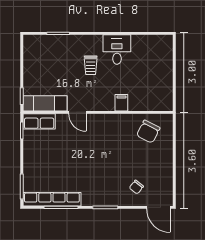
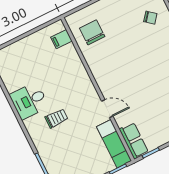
filing cabinet: (121, 103) -> (61, 39), moved
door: (77, 112) -> (107, 109), hinge flipped
chair: (148, 132) -> (92, 32), turned -117

